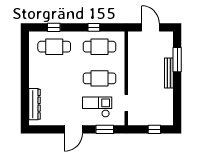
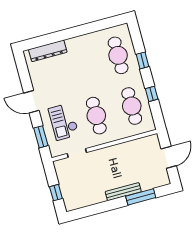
window: (54, 27) -> (143, 60), moved
checkout: (97, 107) -> (64, 122), turned 180

